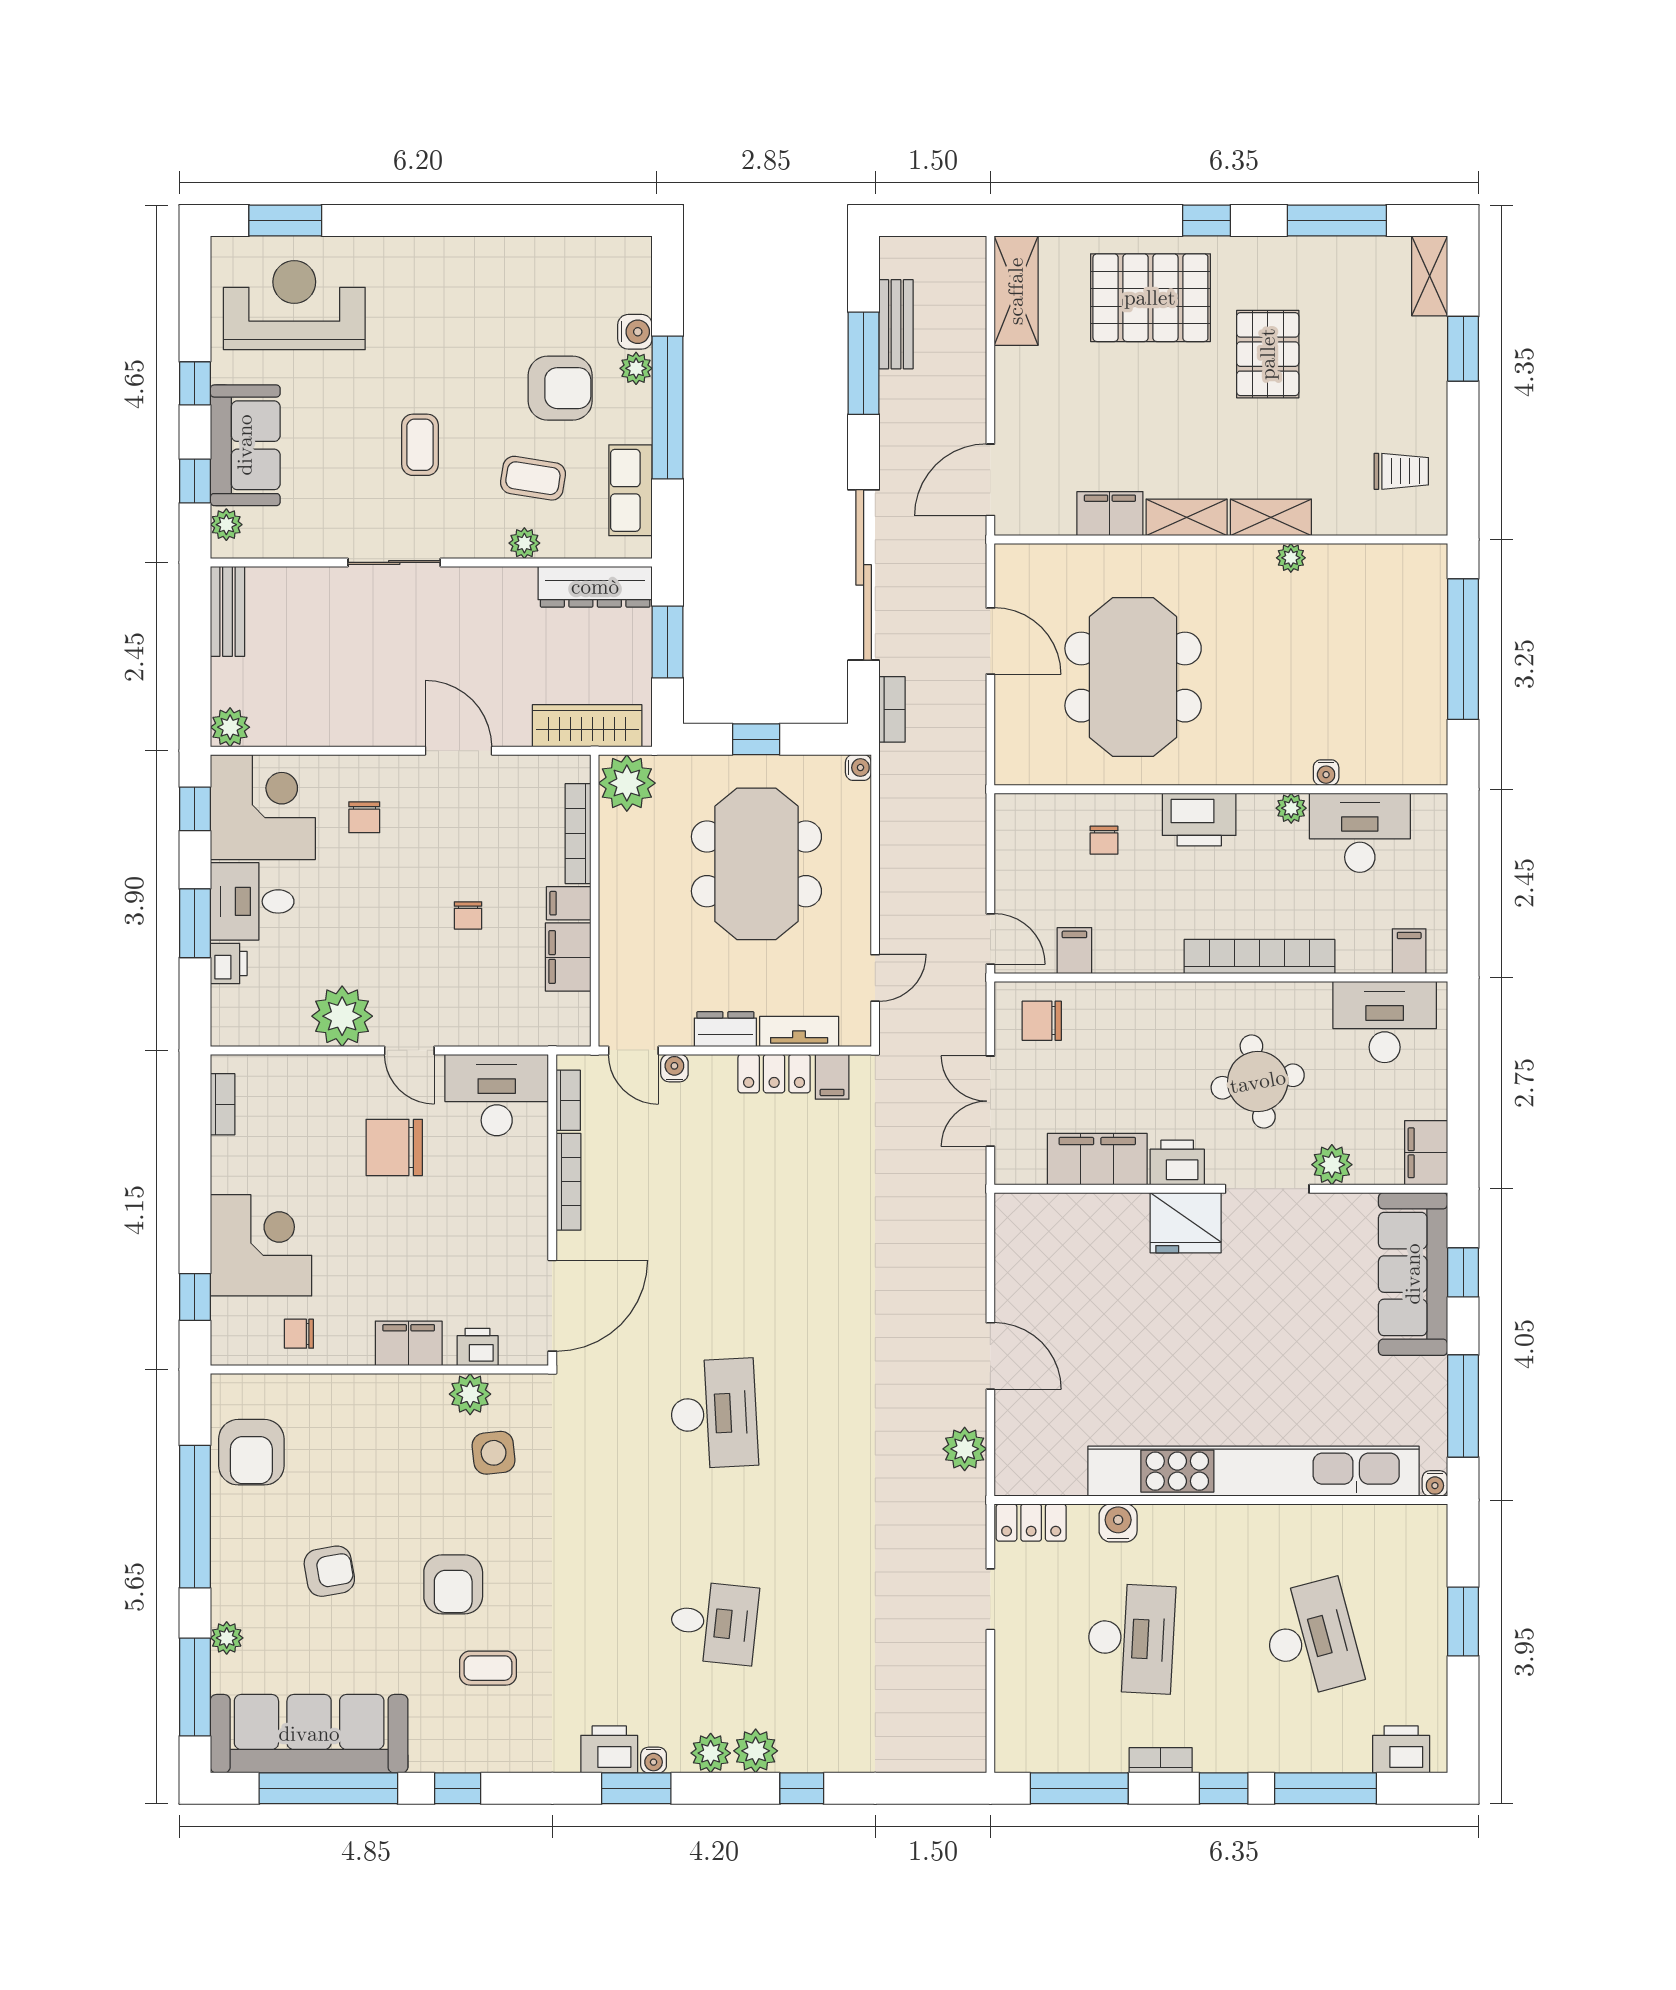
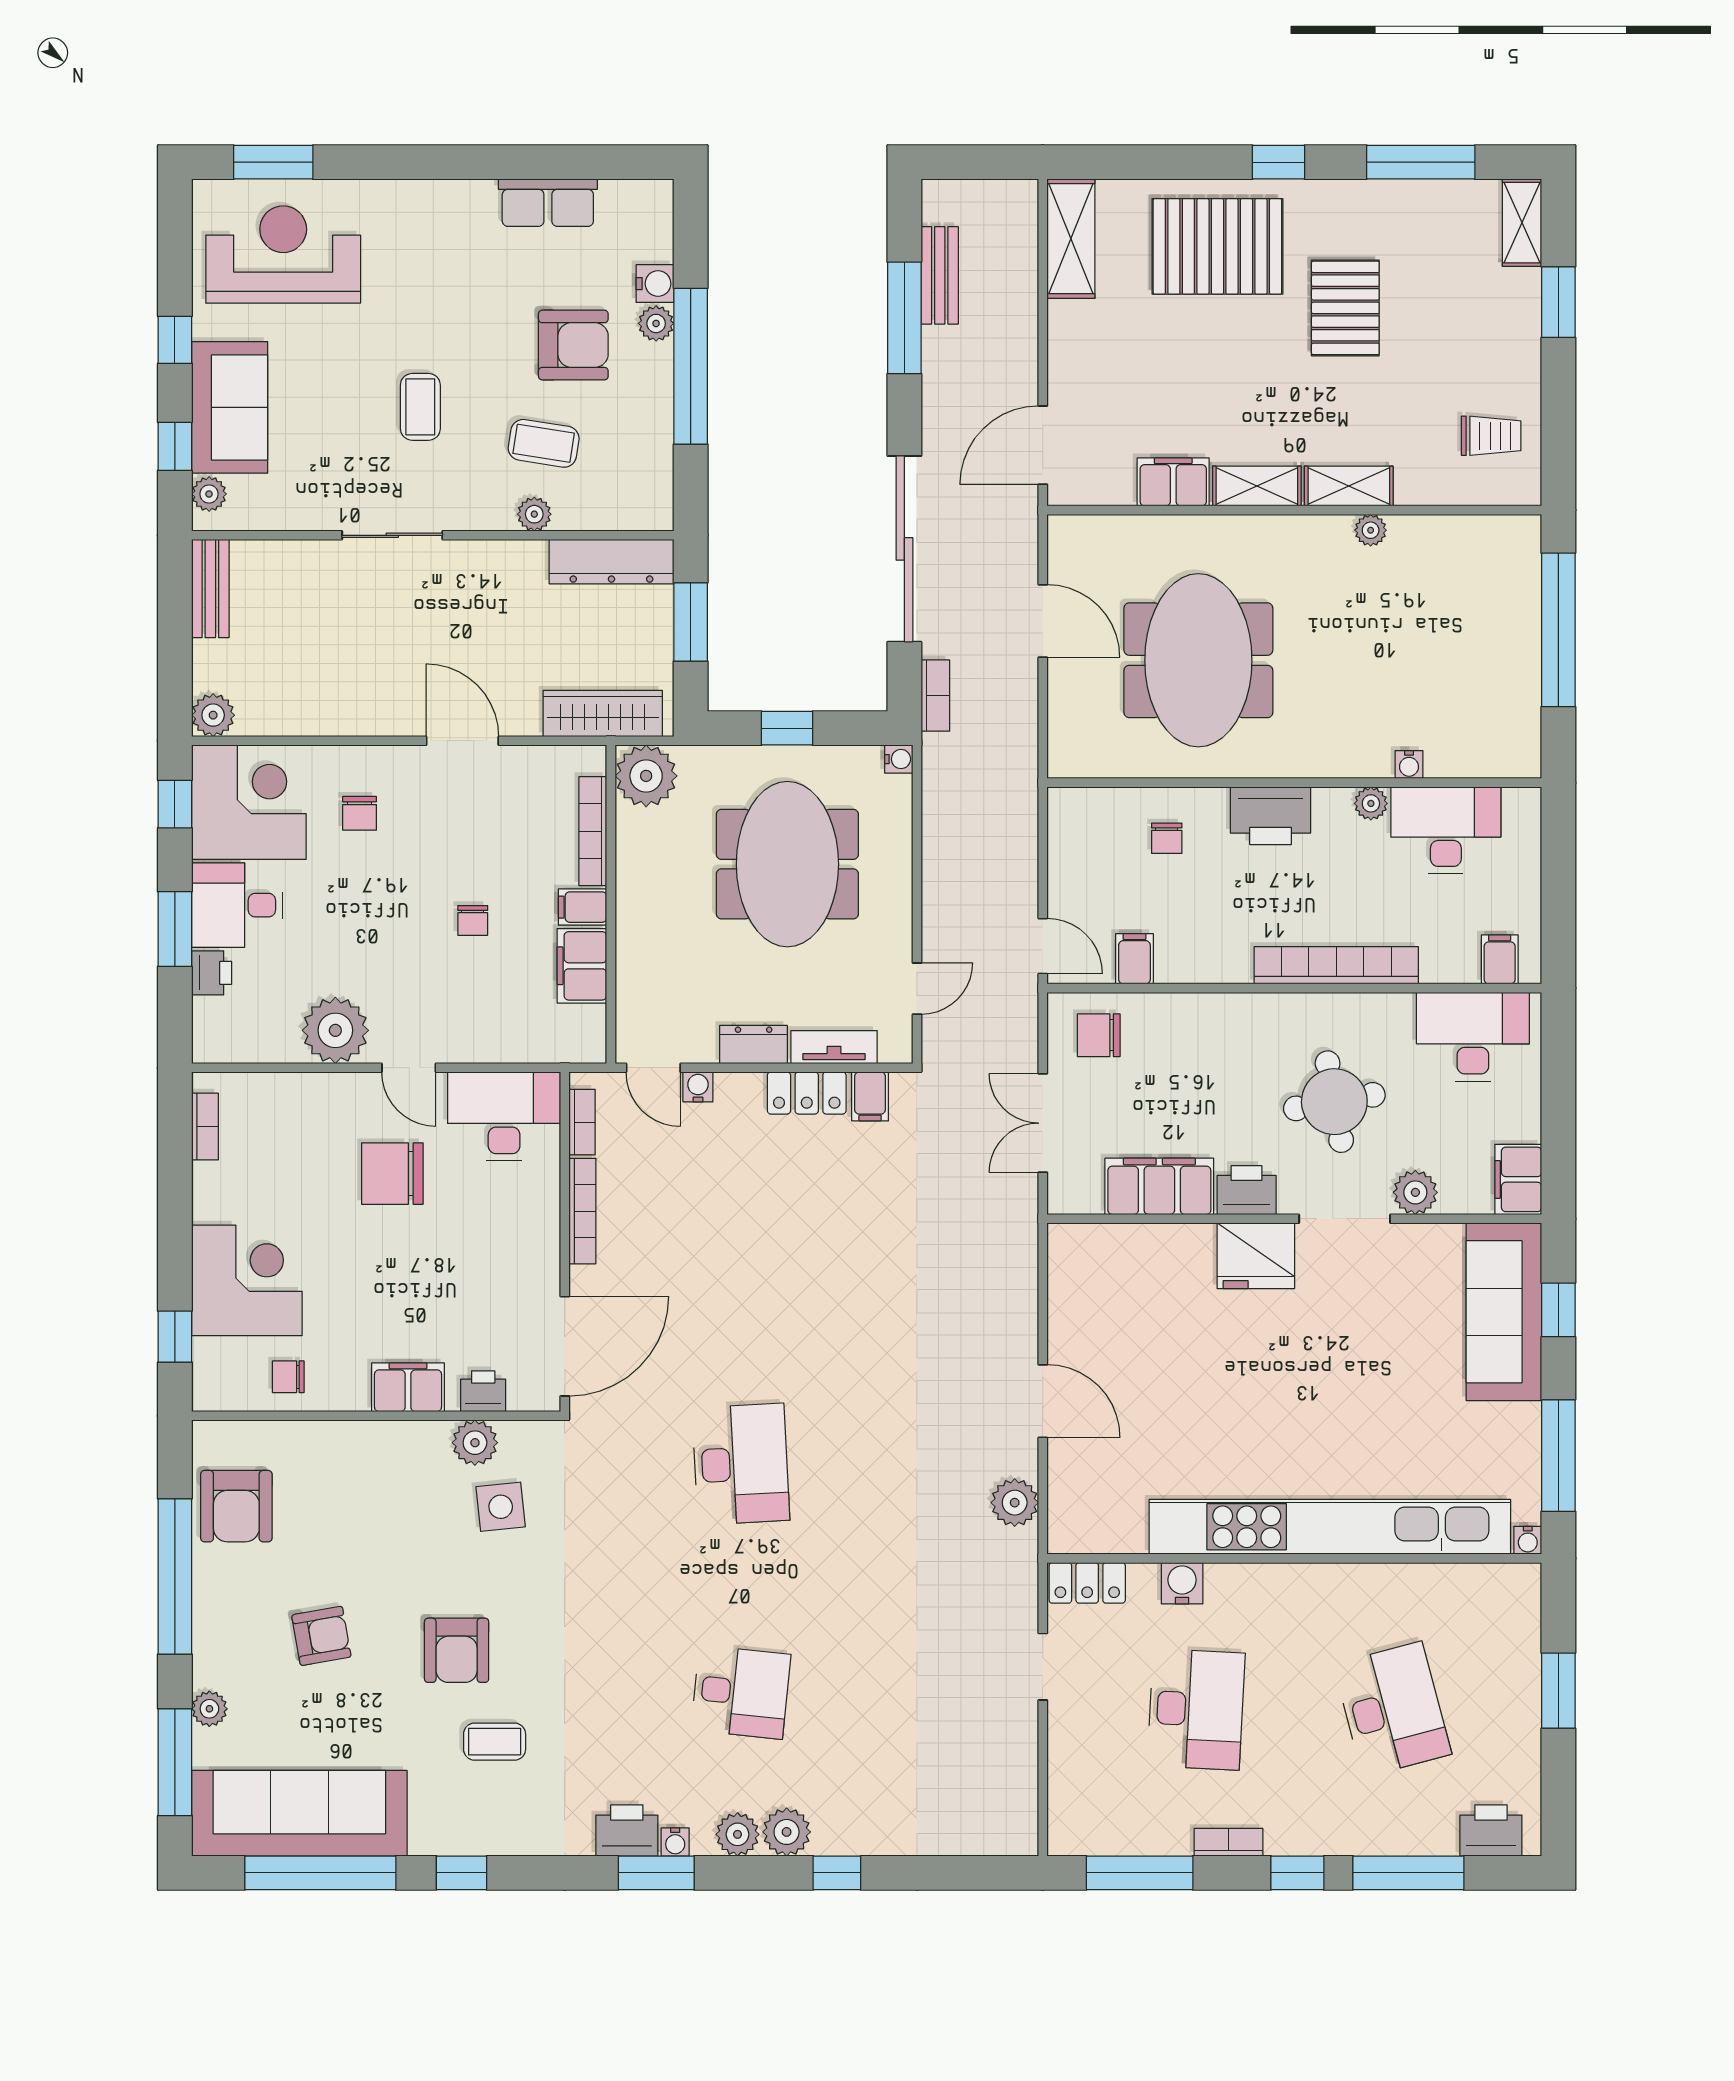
row of seats: (631, 490) -> (548, 203), moved, turned -90

